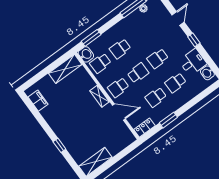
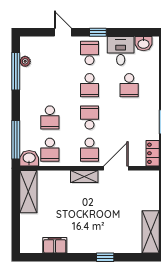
window: (91, 38) -> (16, 140), width x1.44
school desk: (156, 97) -> (90, 53), moved, turned 180
filing cabinet: (38, 101) -> (55, 245), moved

